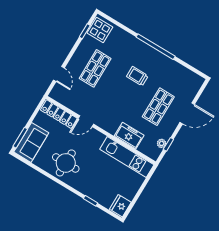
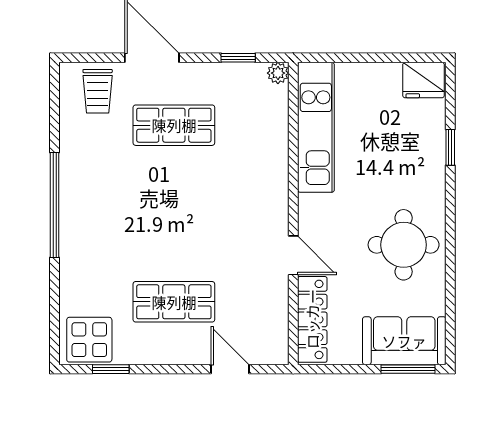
door: (59, 74) -> (230, 369), hinge flipped
trolley: (137, 76) -> (98, 91), moved
freezer: (129, 136) -> (269, 149), removed
plant: (162, 143) -> (278, 73), moved

